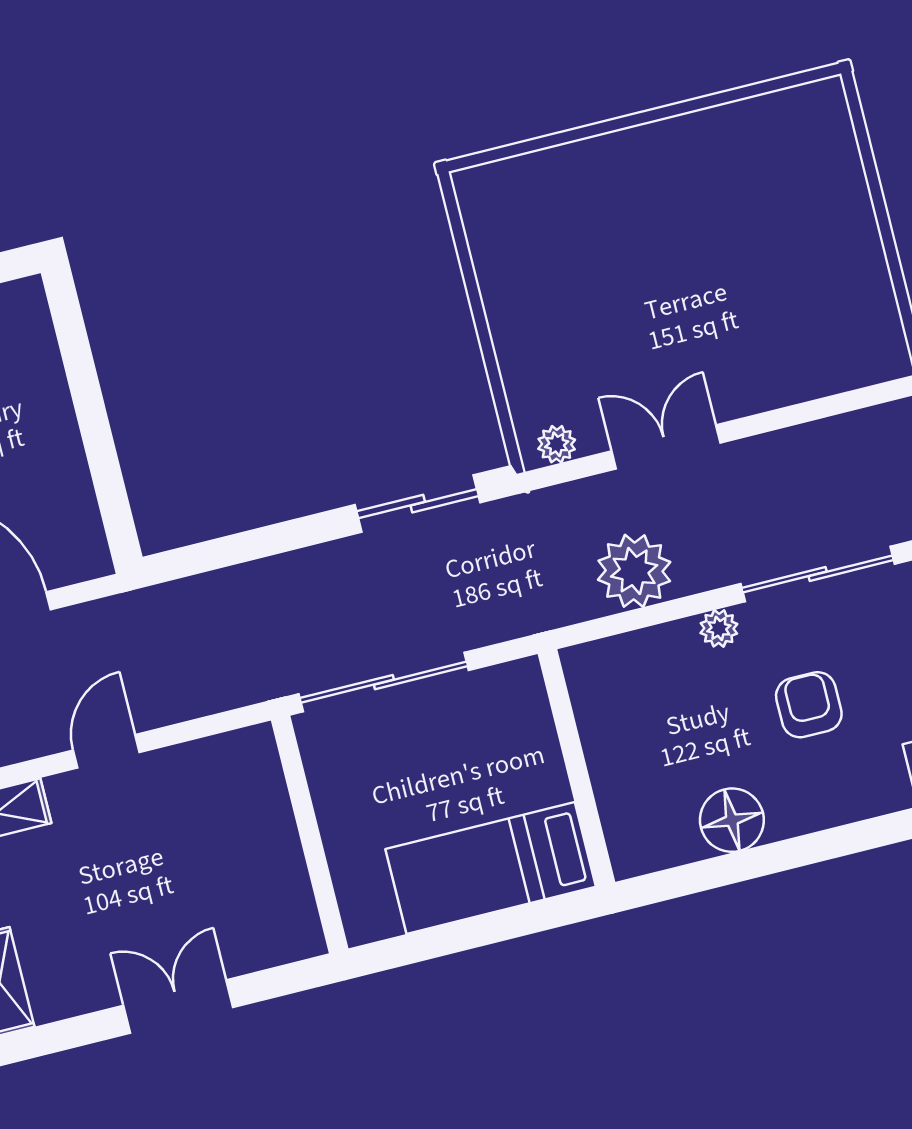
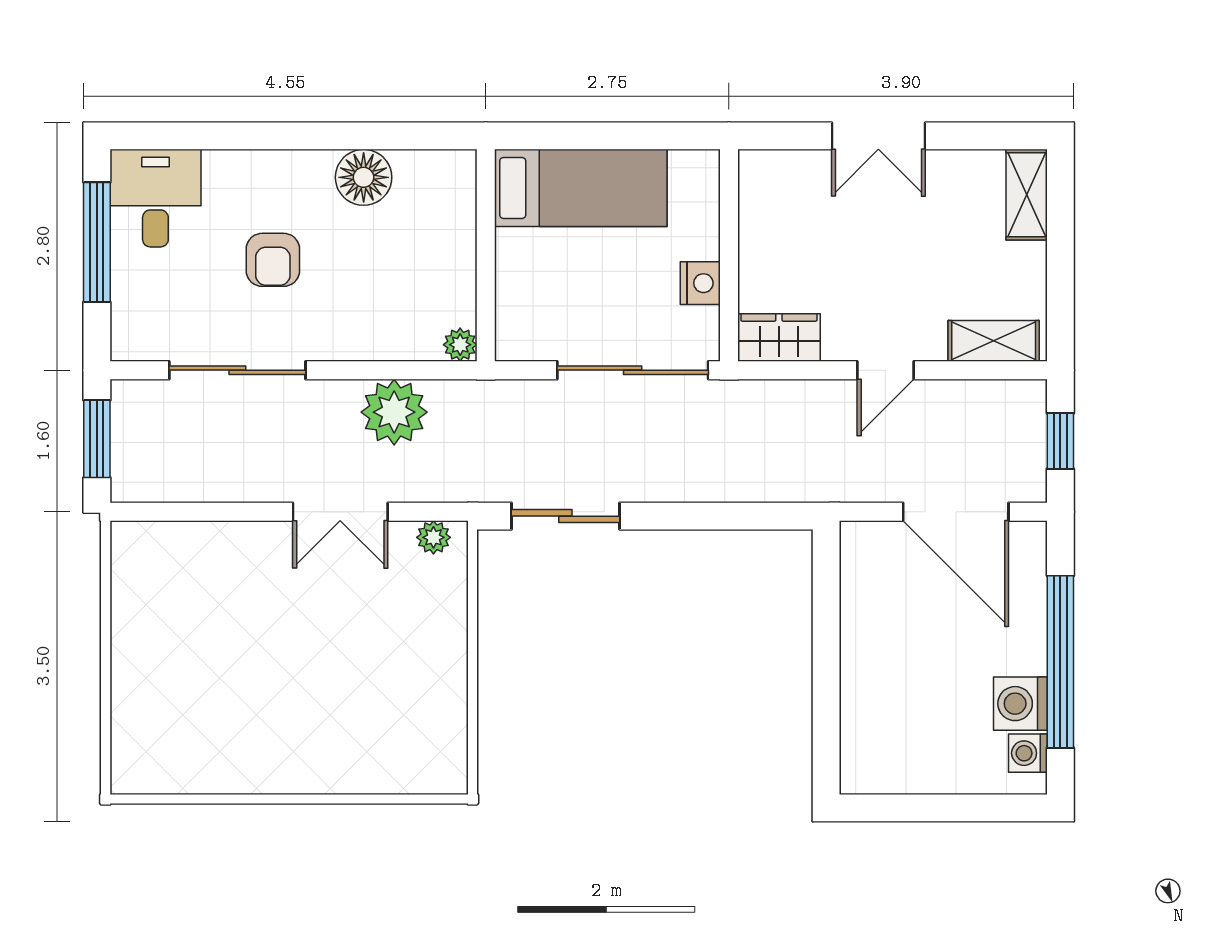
plant: (719, 628) -> (460, 345), moved
wardrobe: (232, 758) -> (779, 337), added
nightstand: (333, 796) -> (700, 283), added

